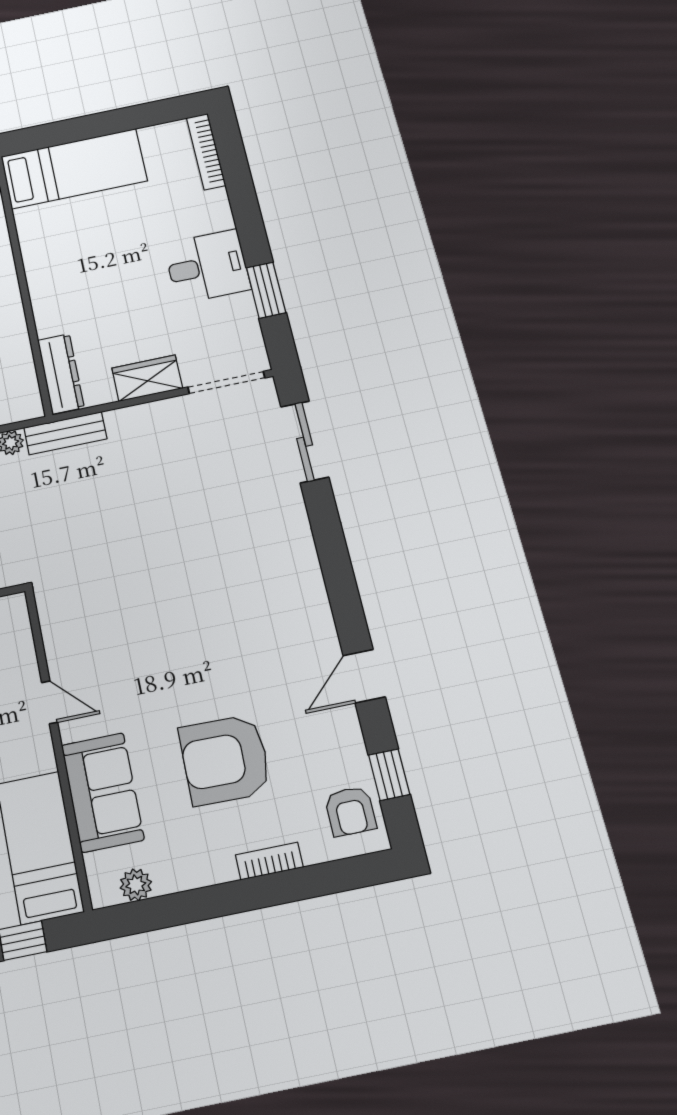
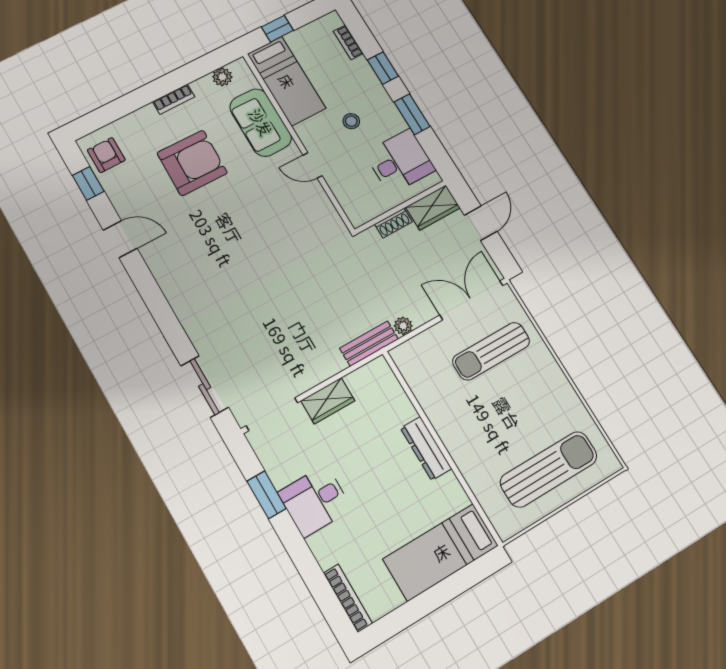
dresser: (61, 374) -> (426, 448), moved
door: (364, 676) -> (120, 239), hinge flipped
bookcase: (269, 861) -> (174, 99), moved

